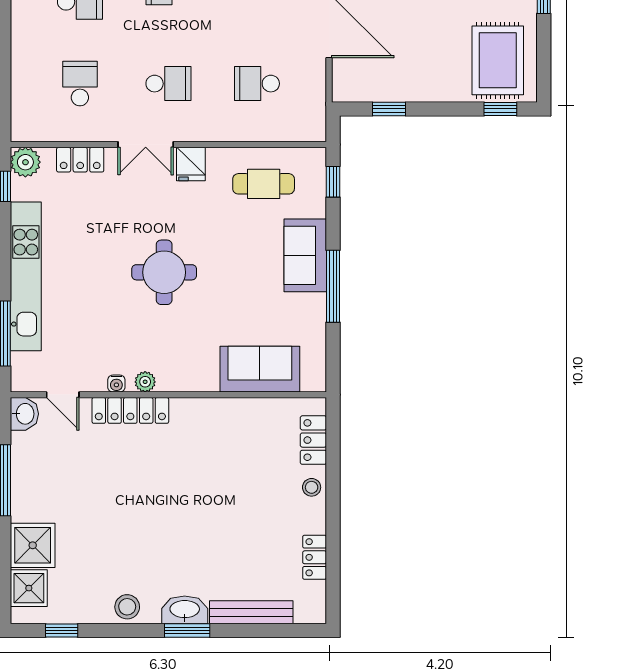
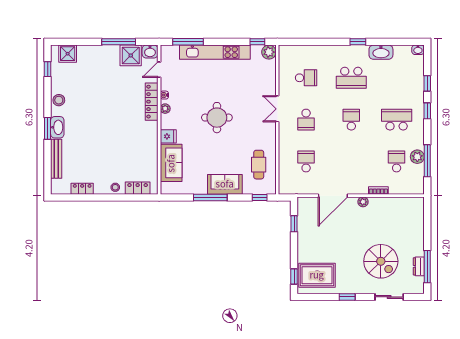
locker: (80, 160) -> (270, 78), removed
fridge: (191, 164) -> (168, 136), moved, turned 180
shower: (33, 545) -> (131, 55), moved

